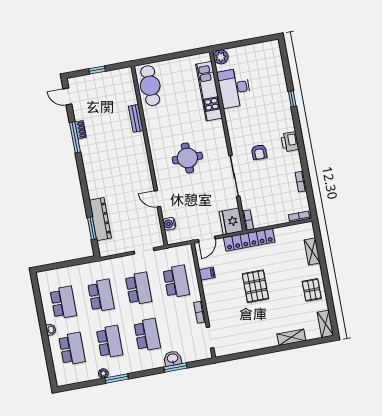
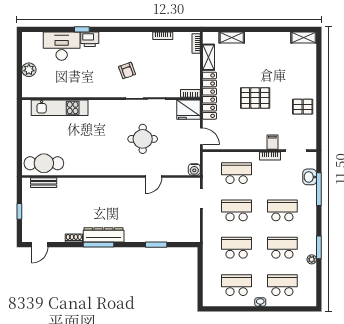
plant: (221, 57) -> (29, 70), moved
desk: (234, 88) -> (62, 46), moved, turned 180
bench: (136, 118) -> (44, 183), moved
window: (75, 137) -> (99, 245), moved
printer: (290, 142) -> (90, 39), moved
armchair: (259, 152) -> (127, 71), turned 70
round table: (187, 158) -> (143, 139), moved
dresser: (100, 219) -> (104, 235), moved
water cooler: (169, 224) -> (194, 169), moved
window: (92, 228) -> (156, 245), moved
filing cabinet: (207, 274) -> (272, 142), moved
pallet: (312, 290) -> (303, 107), moved
shelving: (291, 337) -> (209, 57), moved
washbasin: (173, 358) -> (310, 177), moved
window: (175, 368) -> (319, 189), width x1.44

